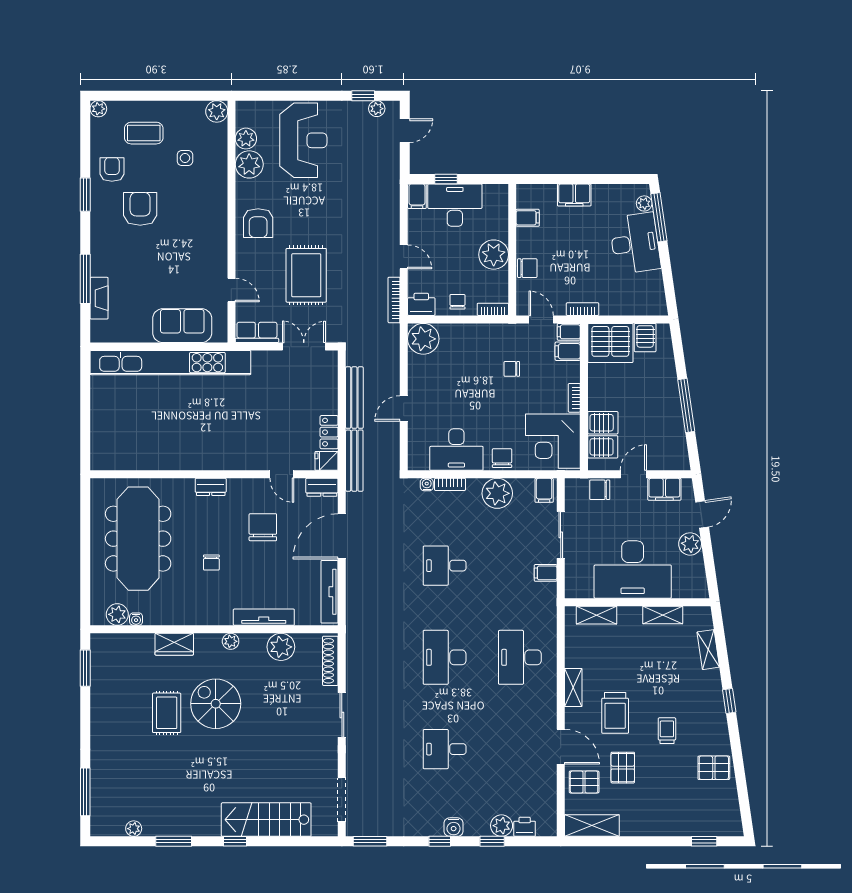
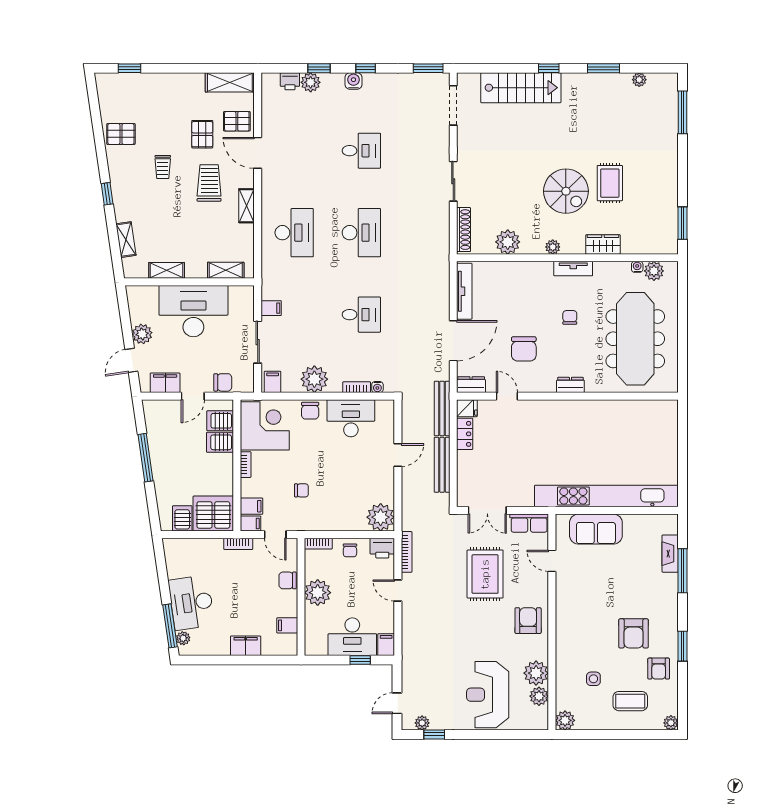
tv unit: (264, 617) -> (573, 269), moved, width x0.71

